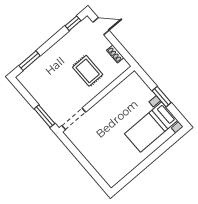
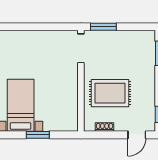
rug: (88, 71) -> (110, 93), width x1.36, depth x1.43

